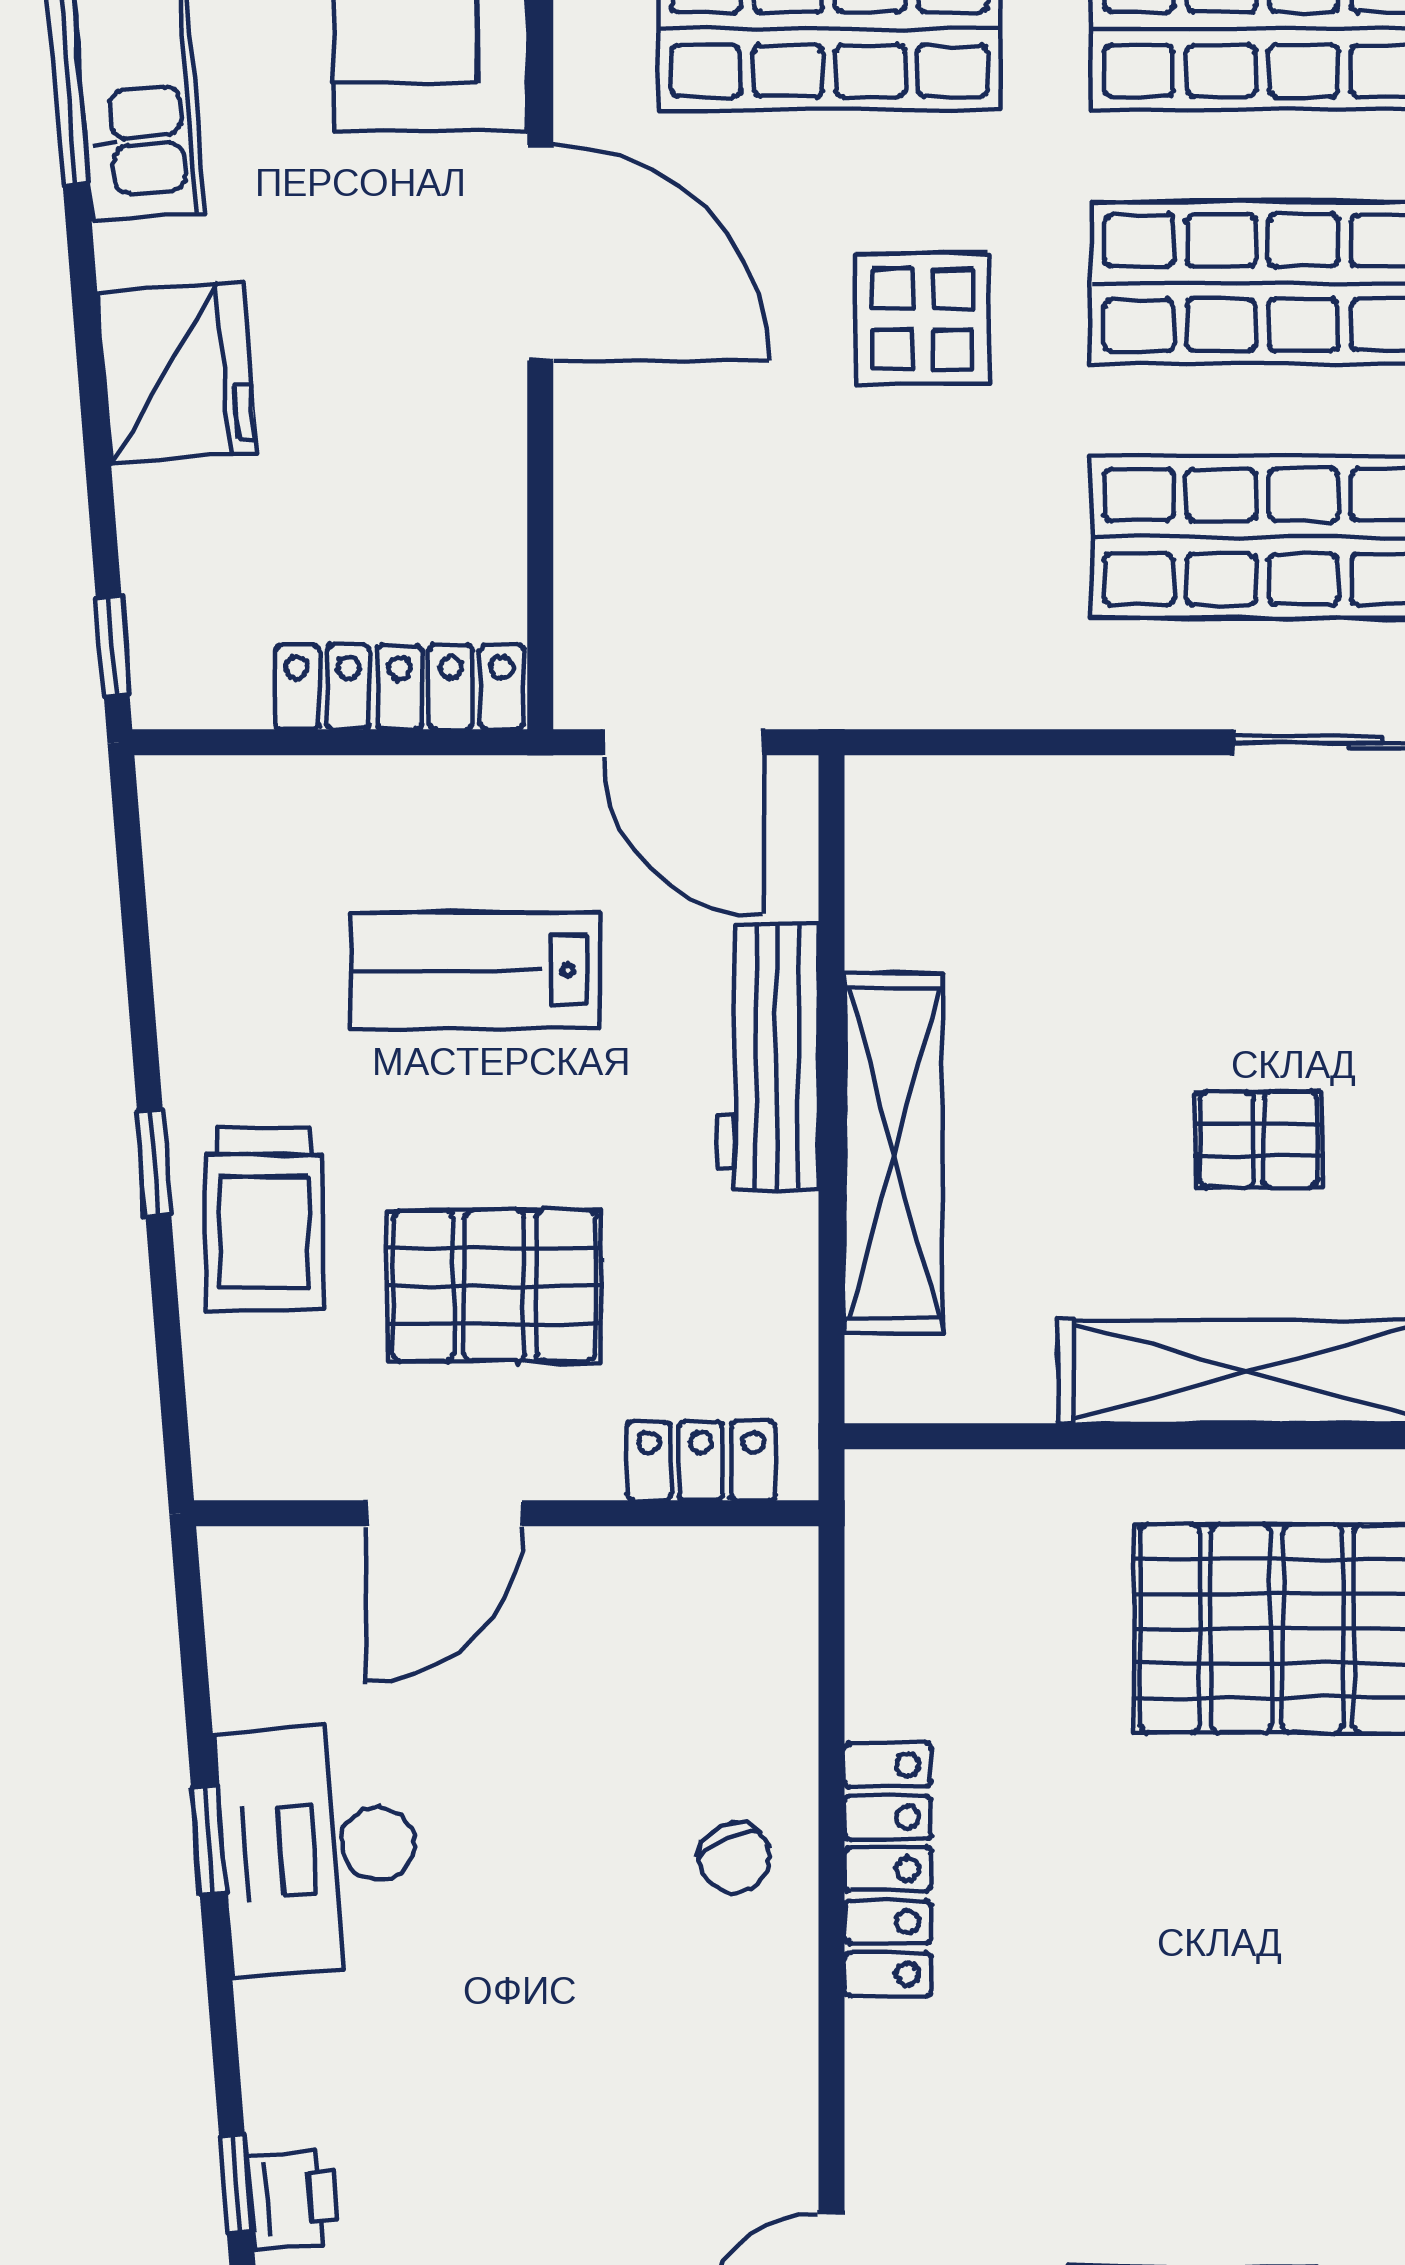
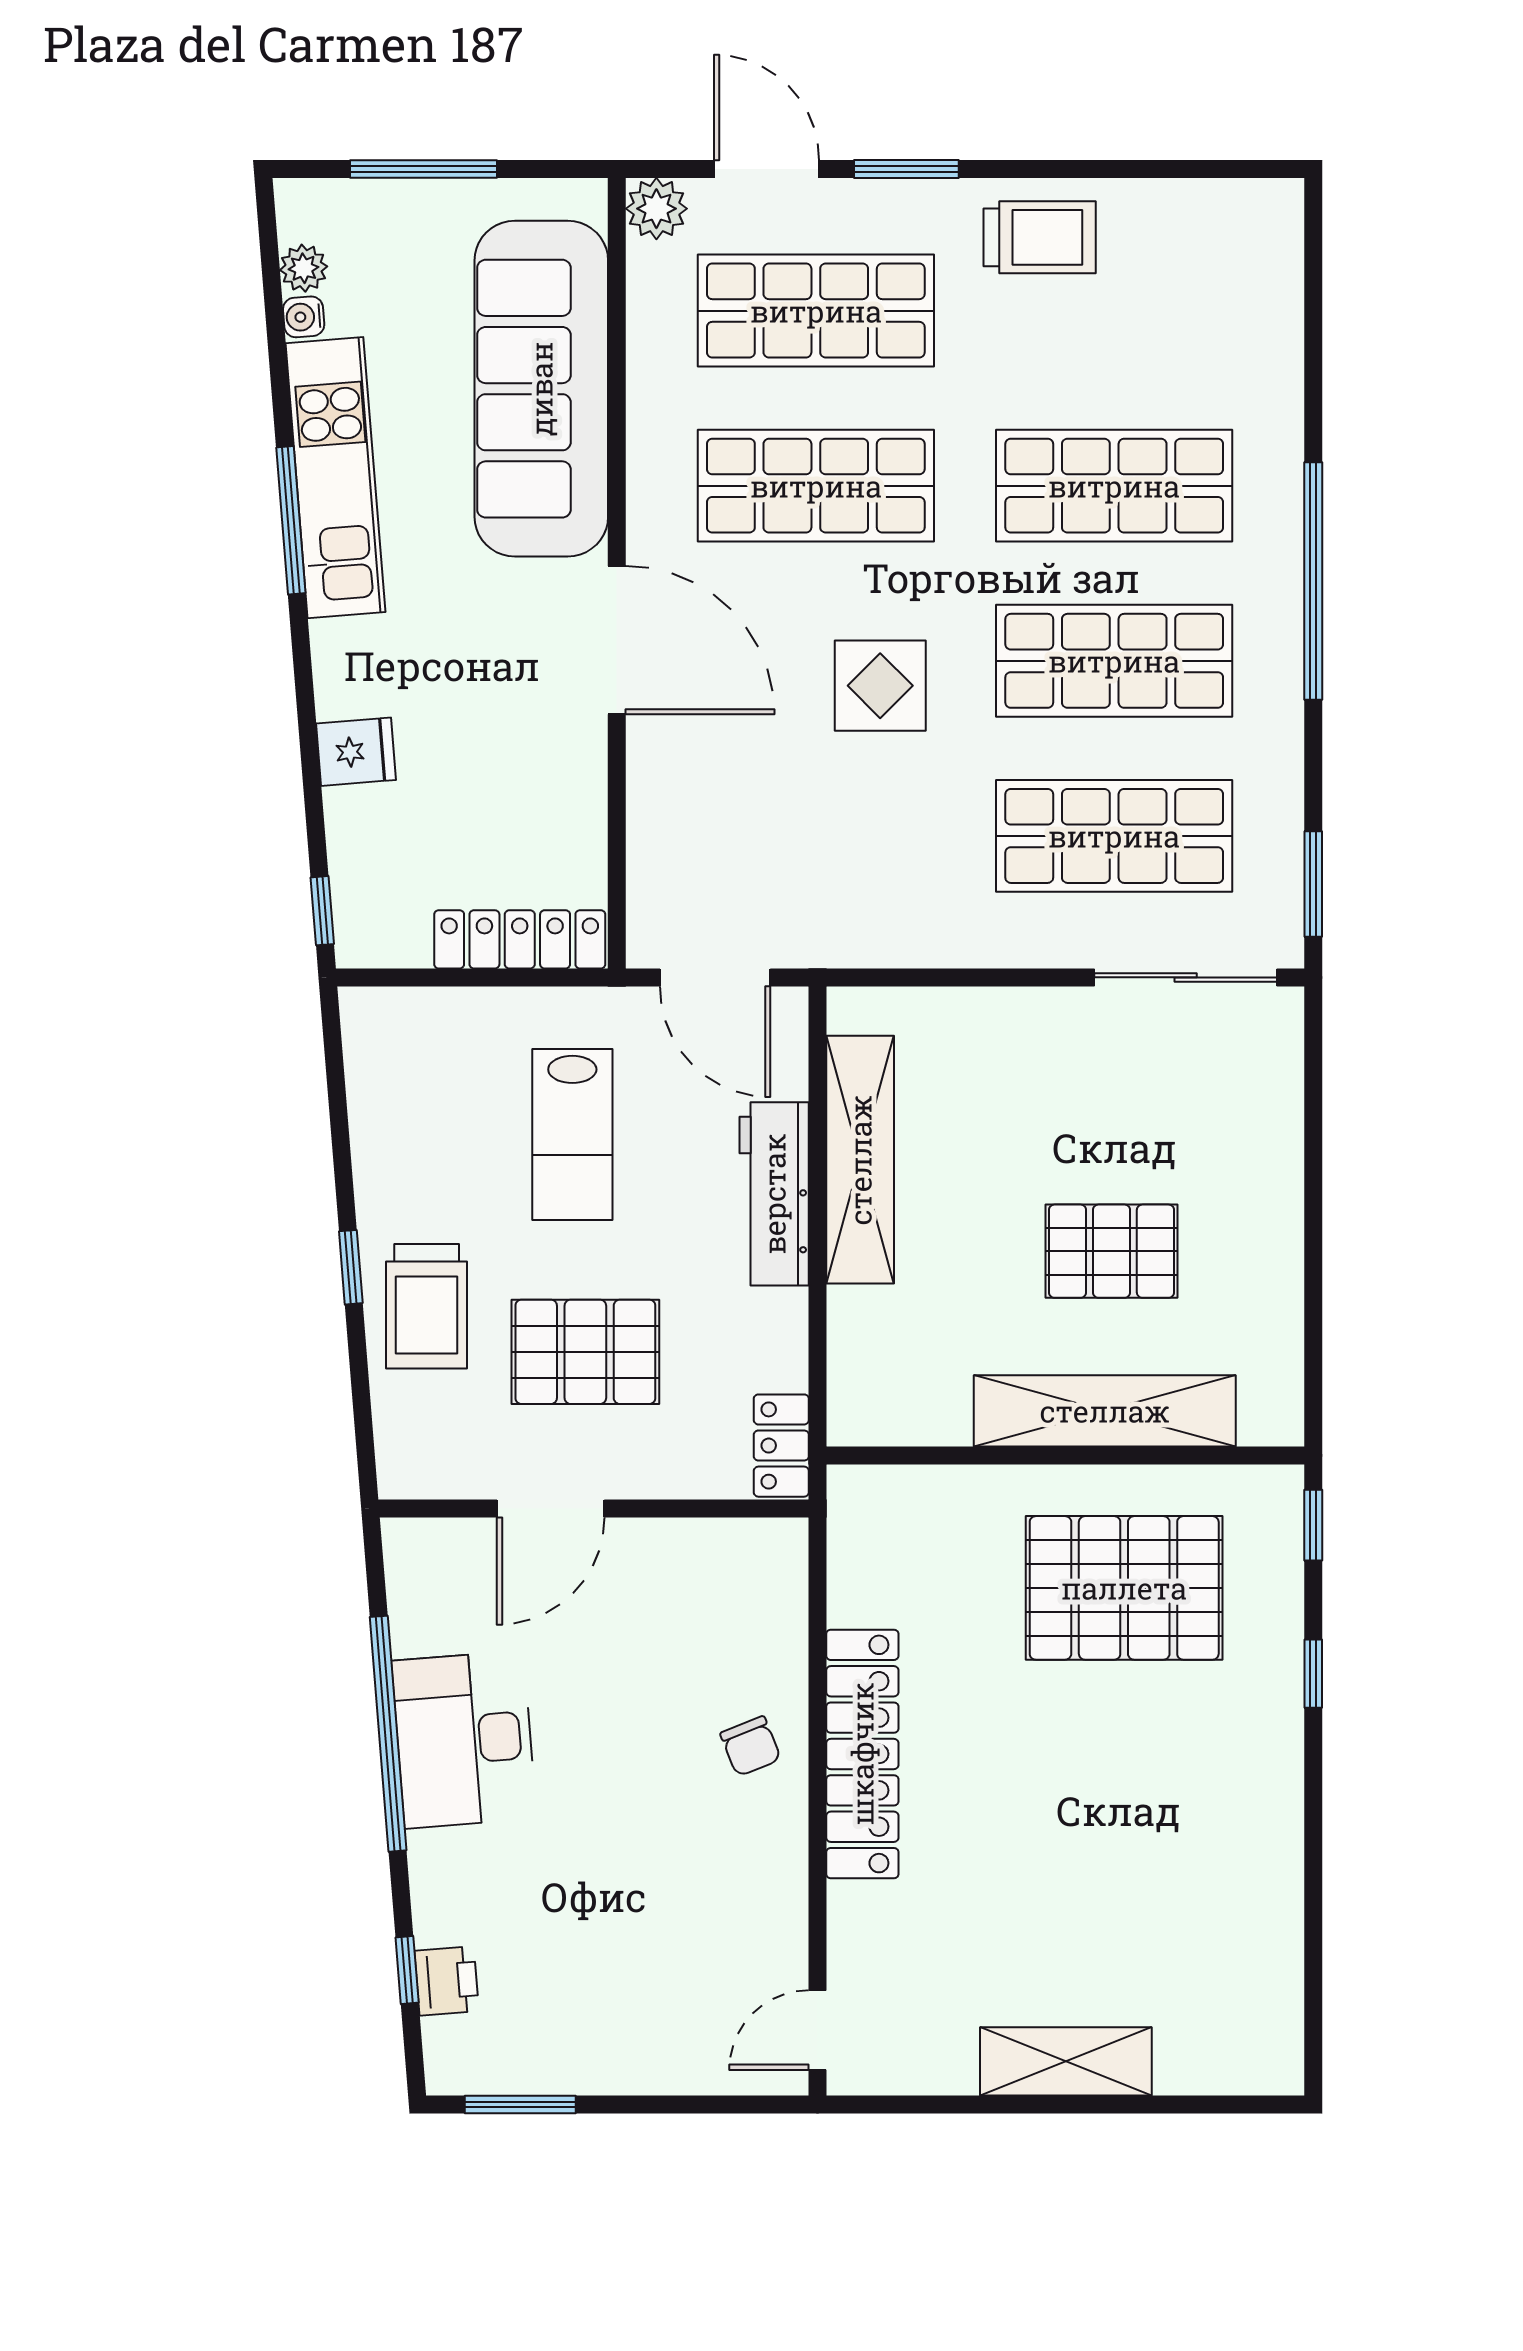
fridge: (177, 373) -> (356, 752), width x0.53, depth x0.75
lab bench: (476, 970) -> (572, 1135), turned -90
pallet: (1258, 1140) -> (1111, 1251), width x1.50, depth x1.42
shelving: (893, 1153) -> (860, 1160), moved
locker: (701, 1461) -> (781, 1446), moved, turned -90
window: (208, 1840) -> (388, 1734), width x3.17
locker: (888, 1870) -> (862, 1754), width x1.41, depth x1.21

